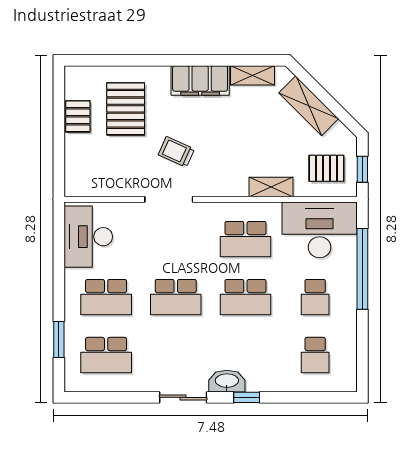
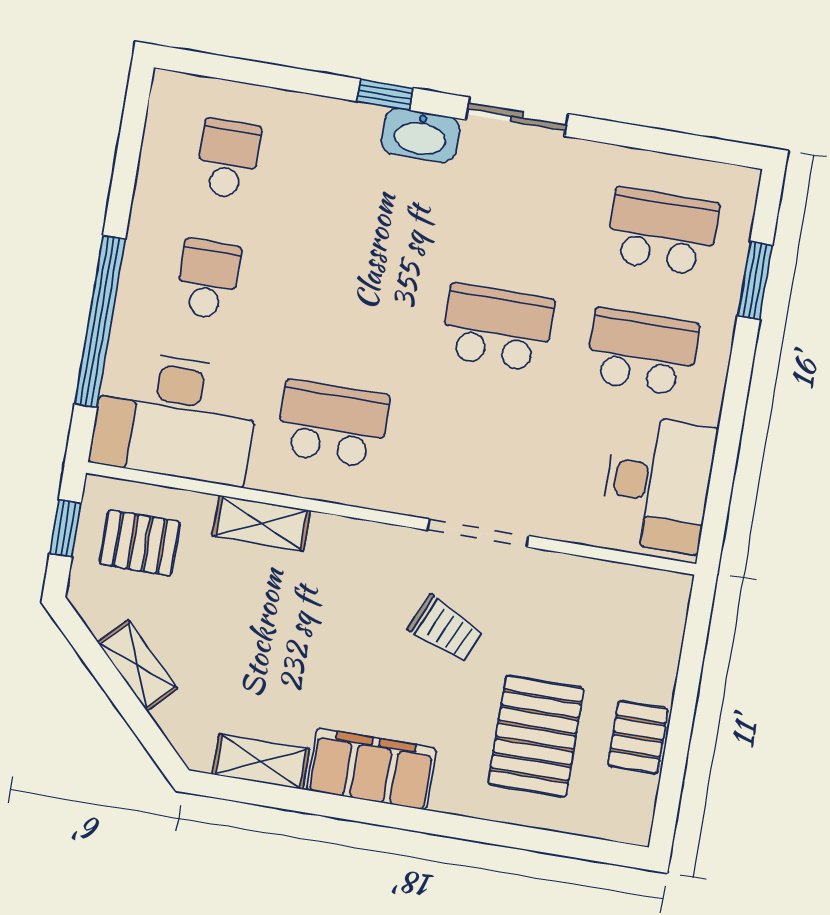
shelving: (309, 106) -> (137, 665), width x0.67, depth x0.75
school desk: (245, 297) -> (353, 304), removed

